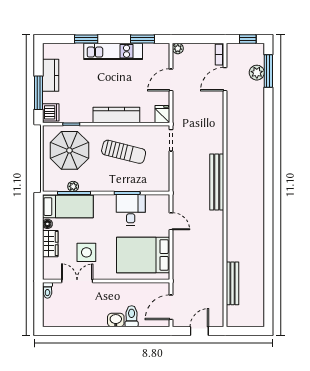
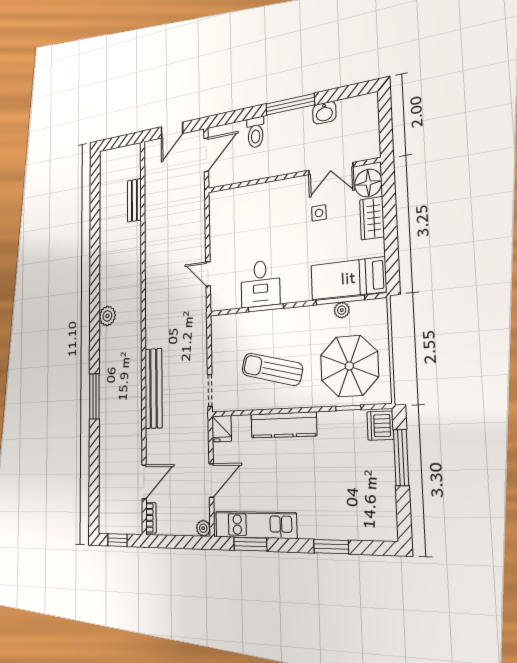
kitchen unit: (113, 51) -> (256, 525), moved
window: (268, 71) -> (94, 396), moved
plant: (257, 73) -> (107, 316), moved
kitchen counter: (51, 75) -> (383, 487), removed
bench: (217, 182) -> (153, 388), moved
floor lamp: (47, 224) -> (368, 183), moved, width x1.89, depth x1.89
side table: (86, 252) -> (319, 213), width x0.54, depth x0.54
bed: (143, 255) -> (243, 221), removed
bench: (232, 283) -> (134, 200), width x0.73
toilet: (47, 290) -> (373, 147), removed
washbasin: (116, 320) -> (324, 113), moved
window: (105, 331) -> (290, 104), added

